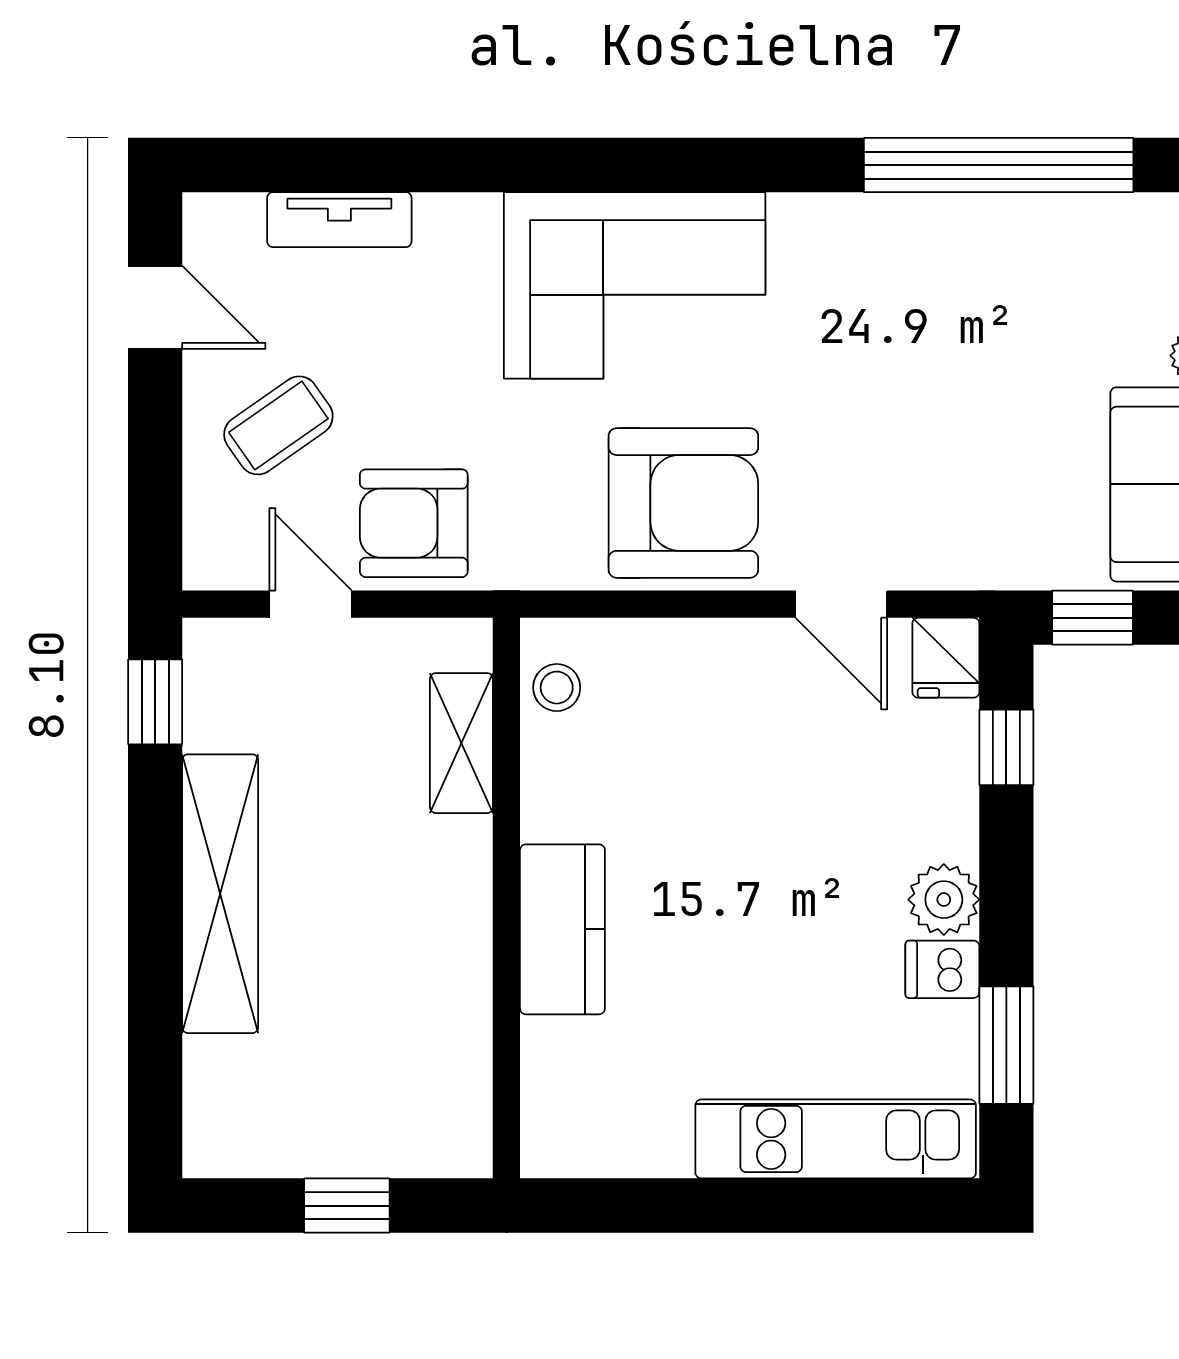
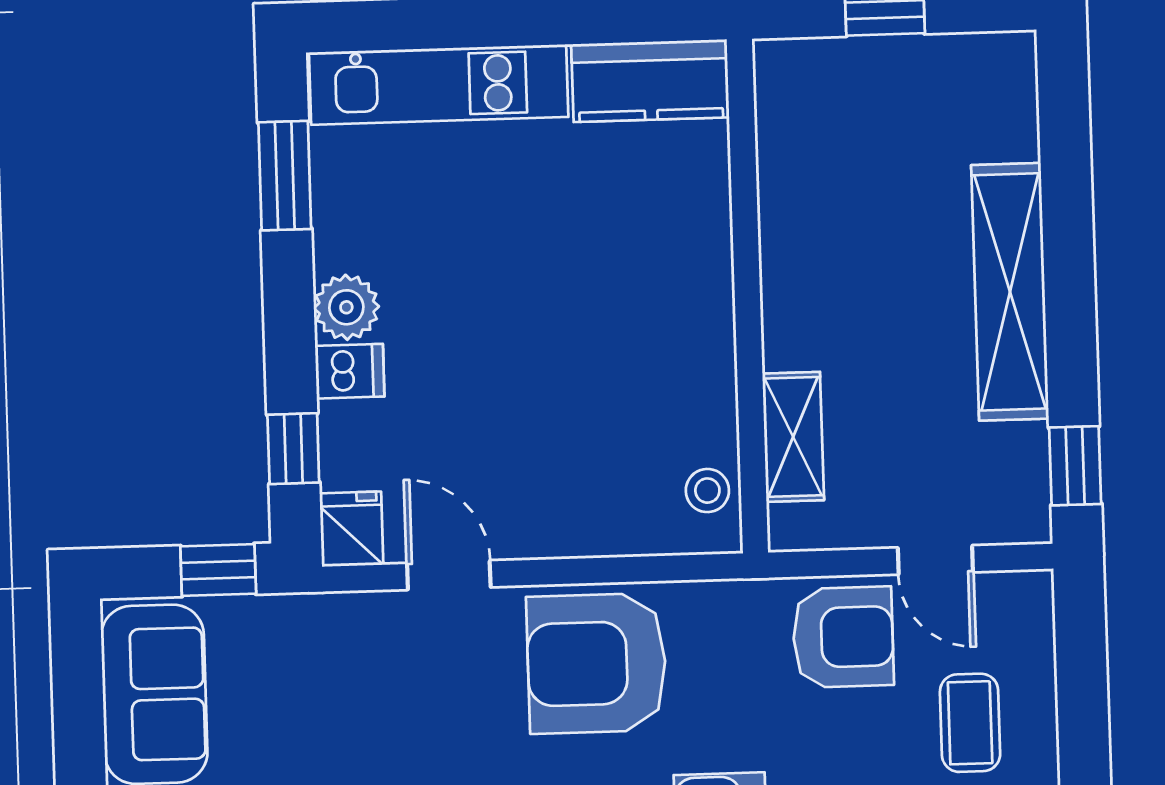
coffee table: (278, 425) -> (970, 723), turned -55
kitchen counter: (562, 929) -> (650, 81), moved, turned -90
dishwasher: (942, 969) -> (350, 371), moved

